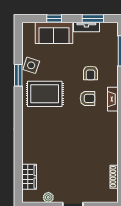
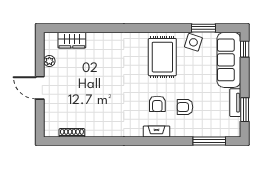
window: (54, 18) -> (245, 49), moved
sofa: (54, 33) -> (229, 60), width x1.36
window: (18, 75) -> (203, 28), moved

